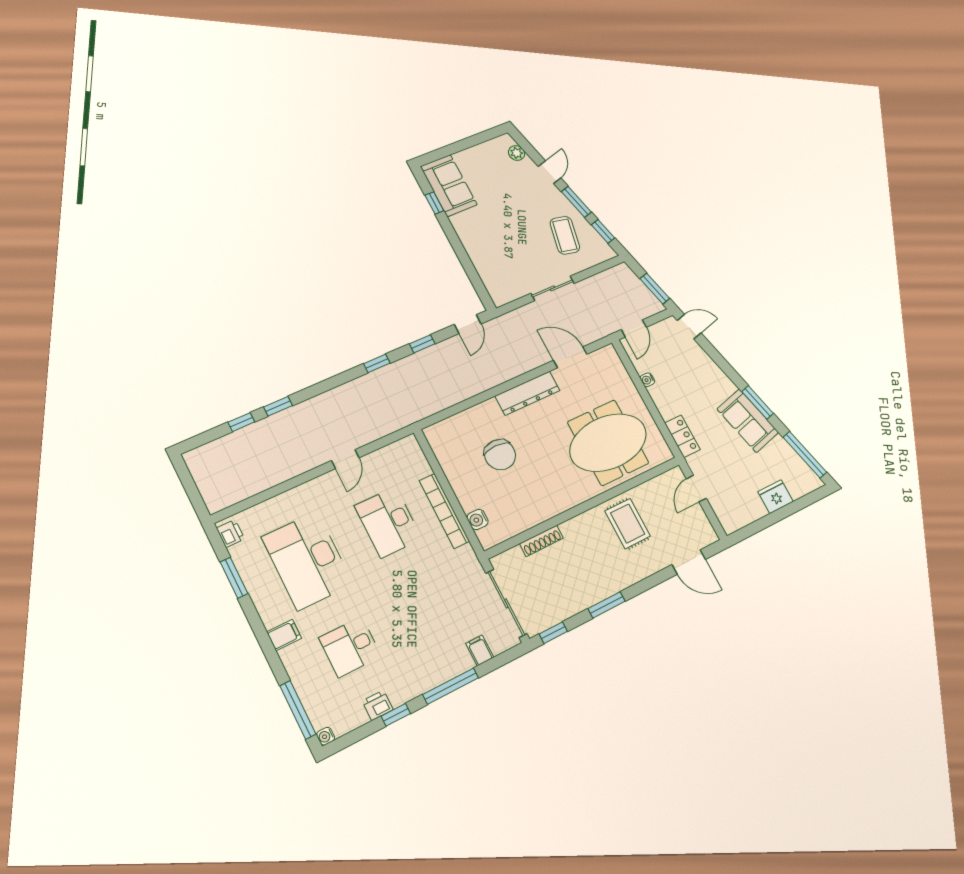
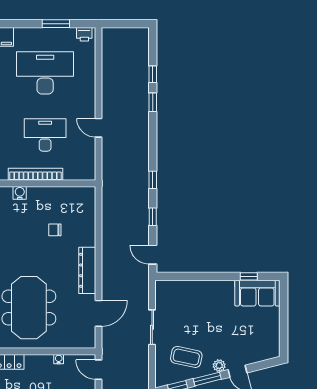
plant: (517, 153) -> (219, 366), moved
chair: (500, 455) -> (55, 230), width x0.54, depth x0.54

